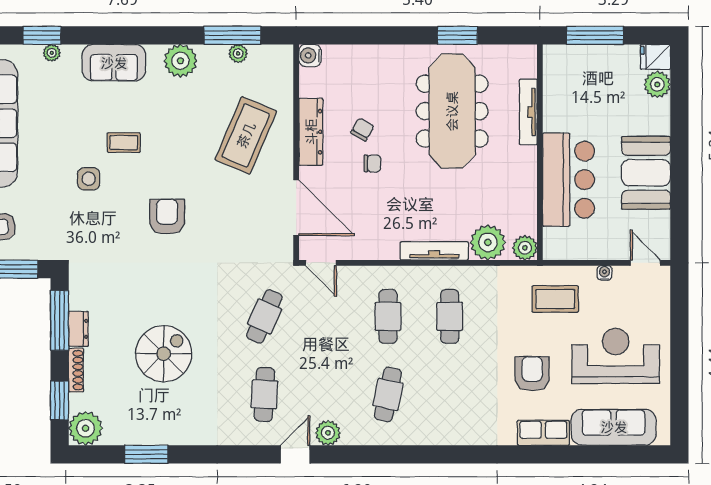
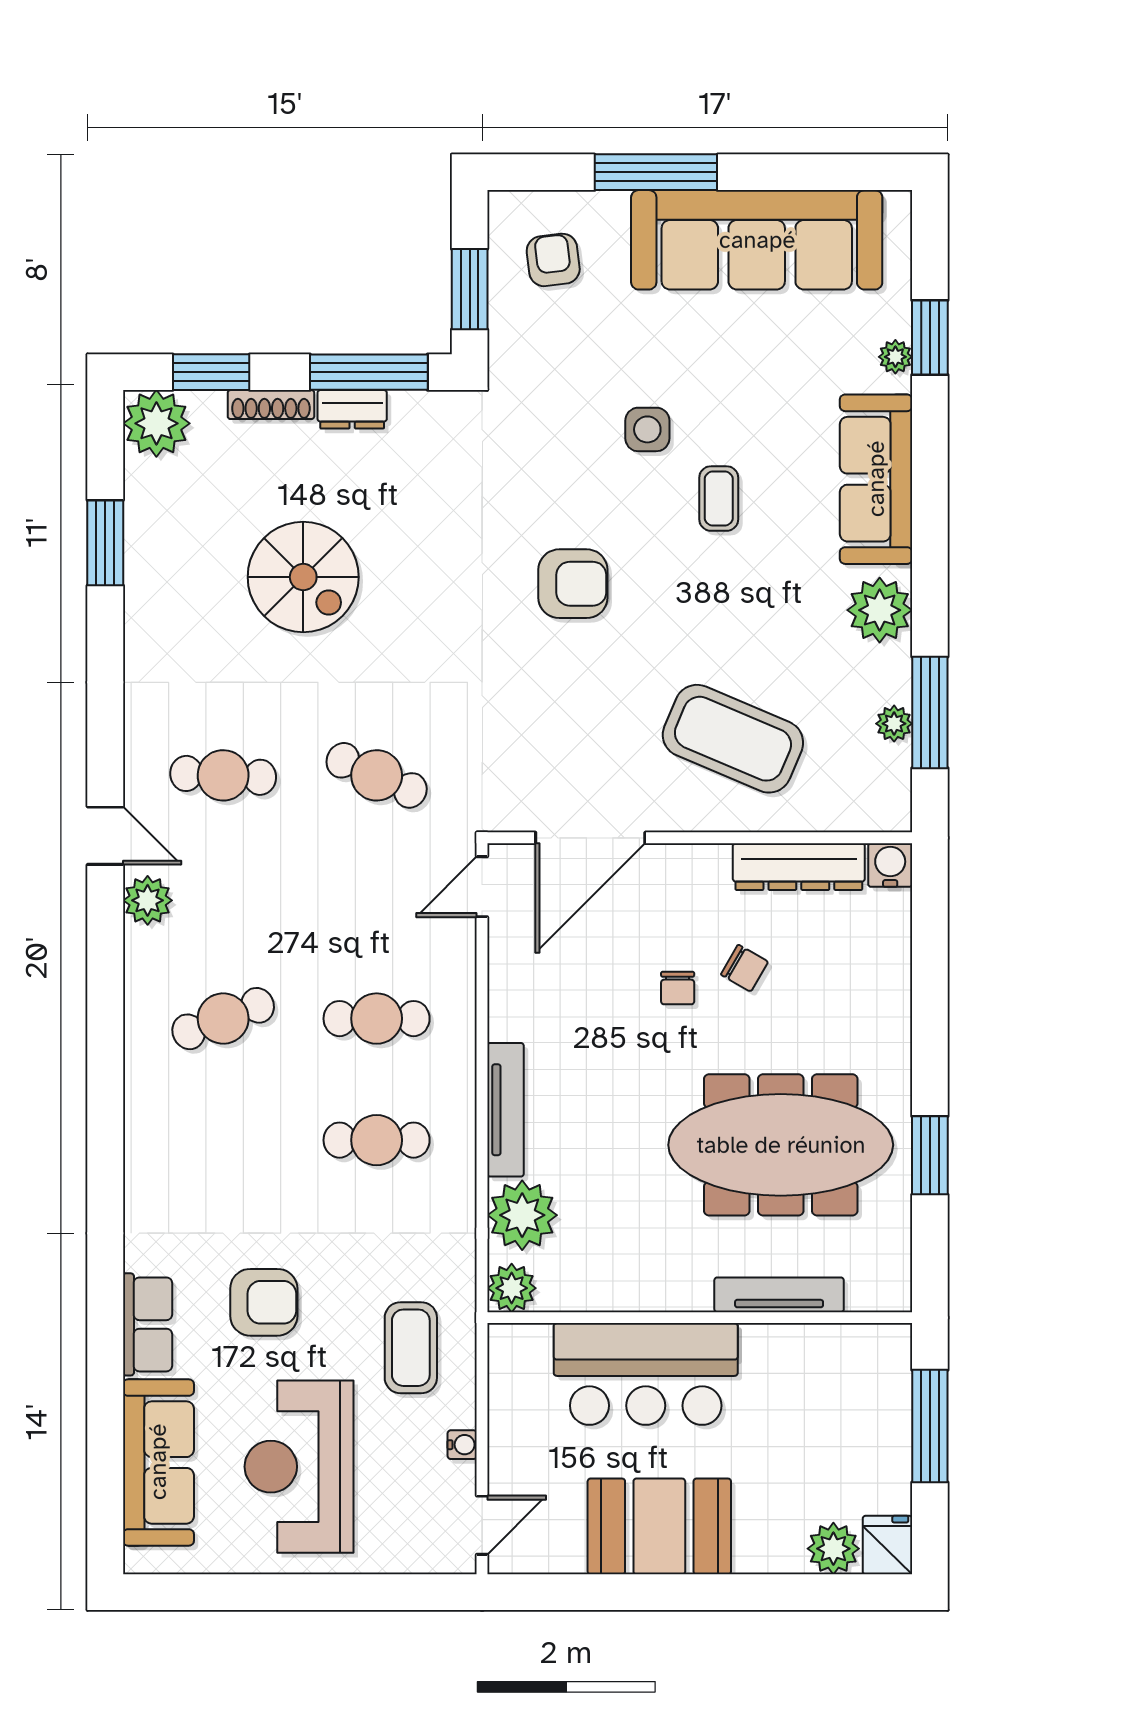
sofa: (114, 63) -> (876, 479), width x1.36
dresser: (311, 132) -> (799, 867), moved
reception desk: (616, 356) -> (299, 1467), turned 180
cafe table: (388, 394) -> (223, 1019), turned -33

